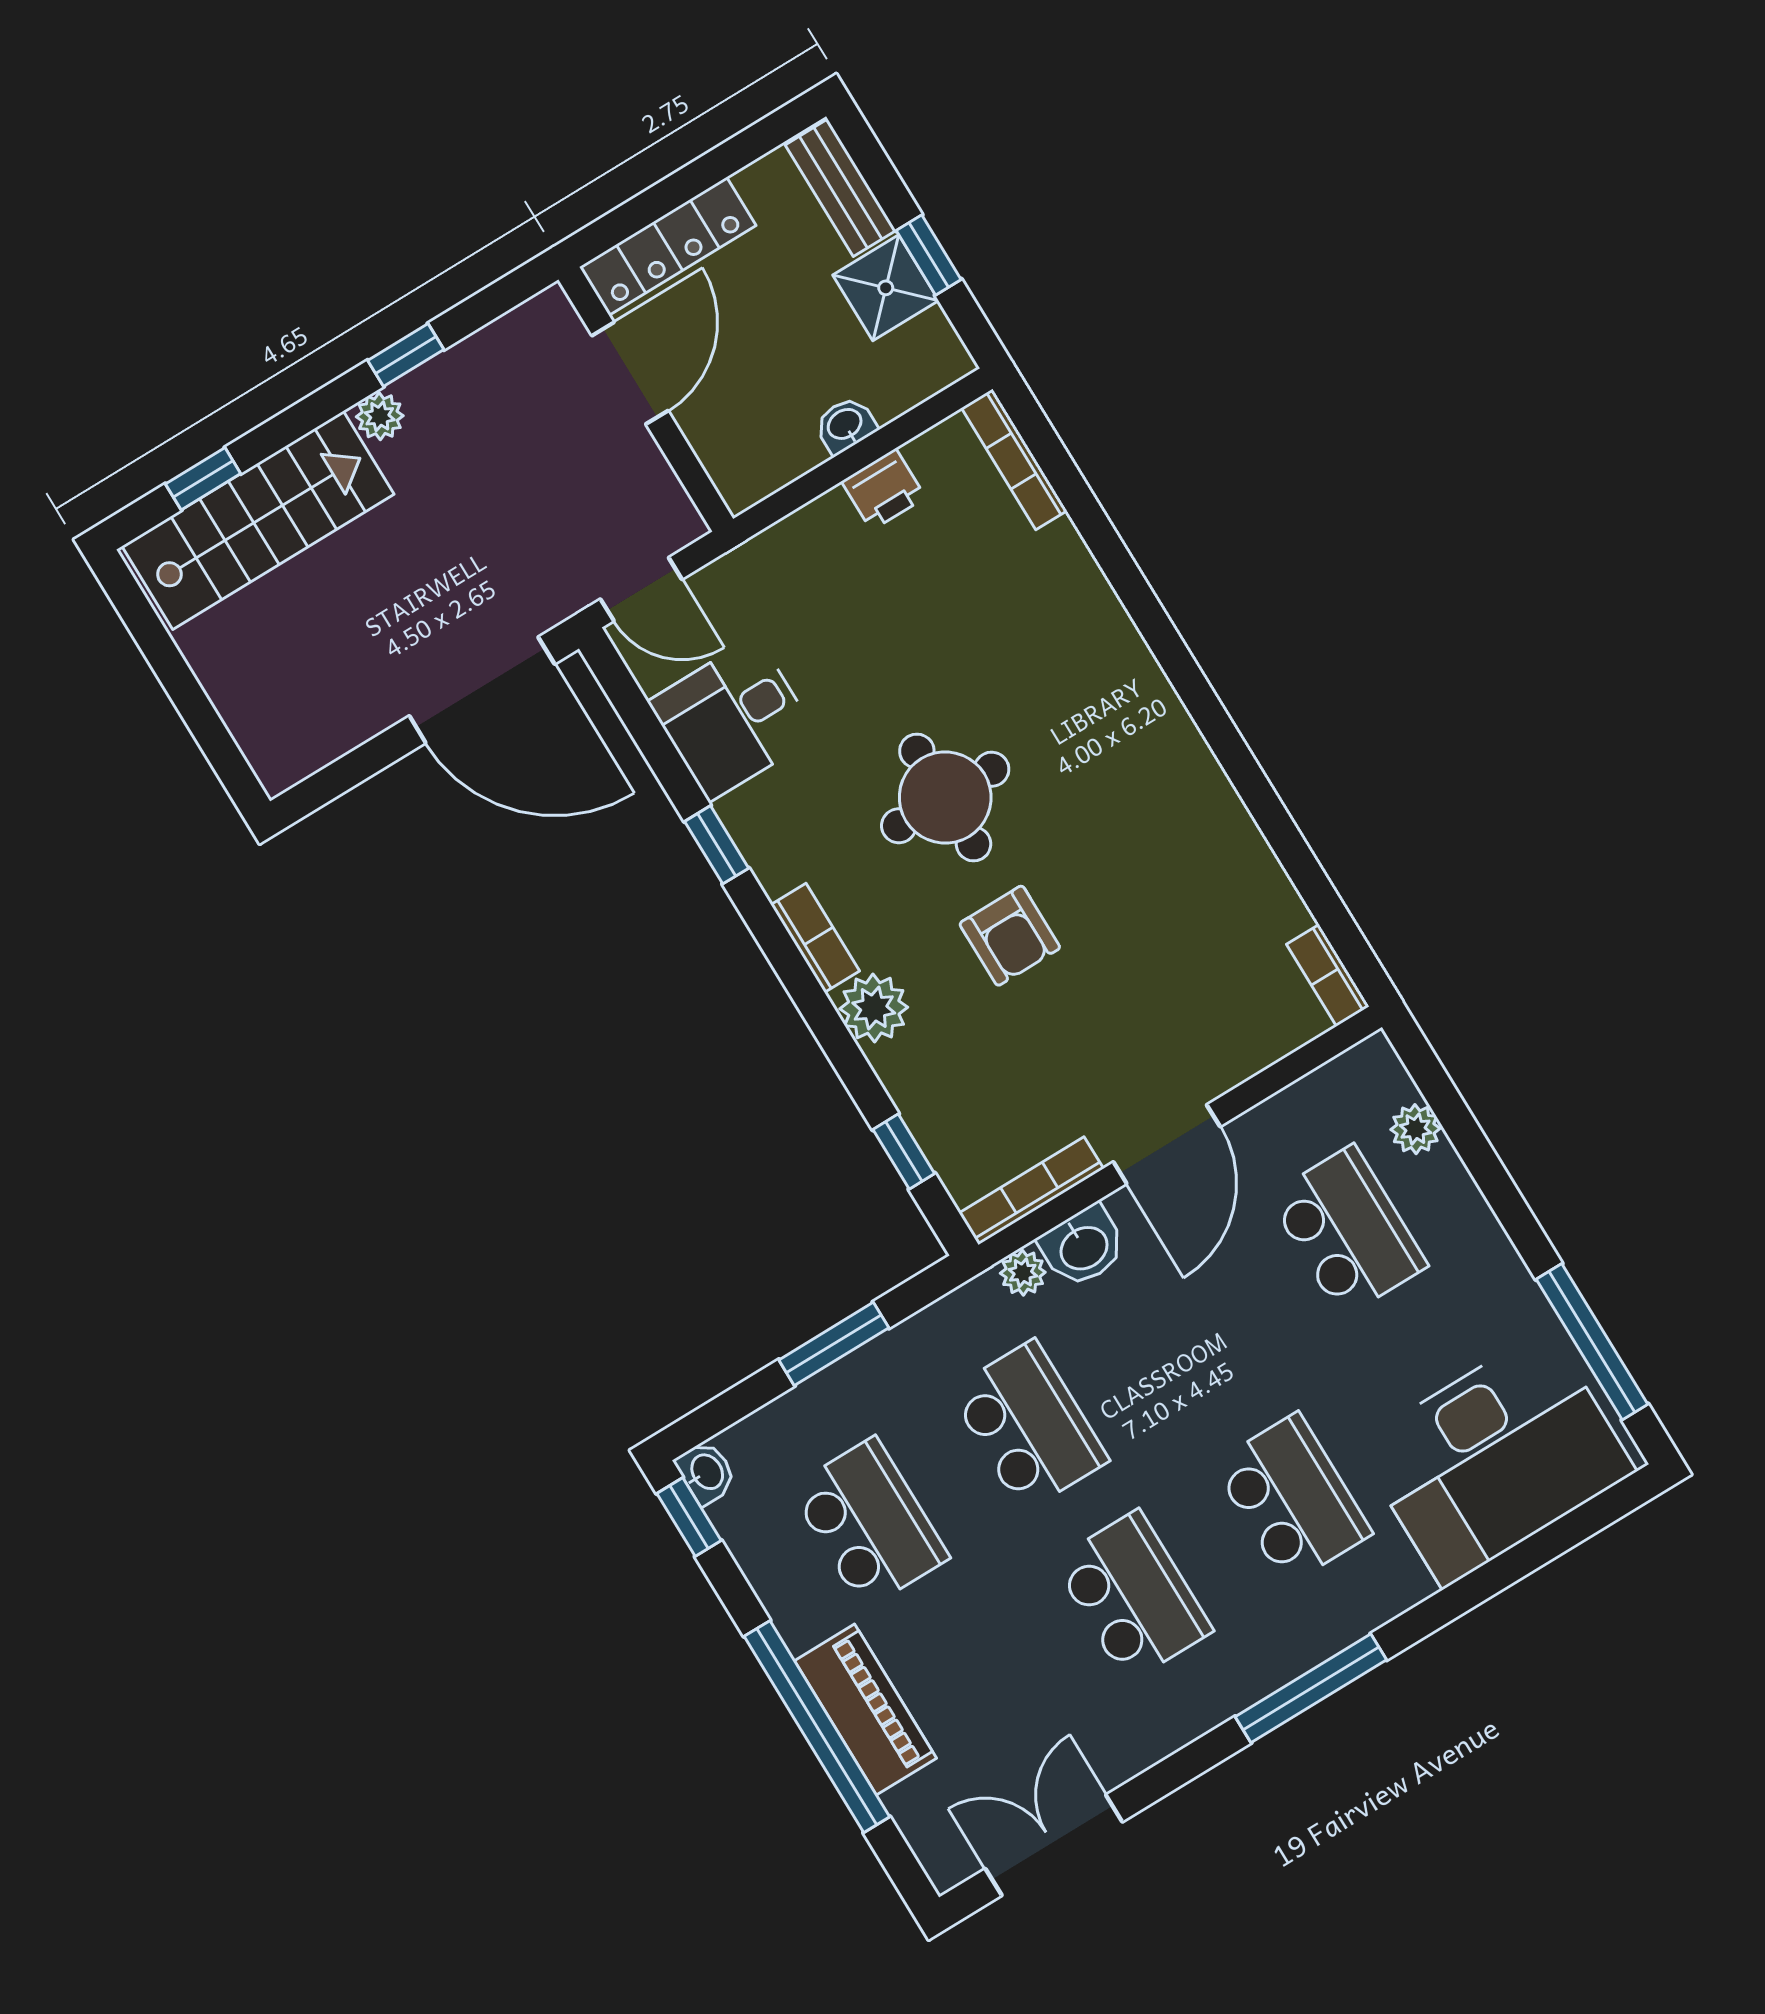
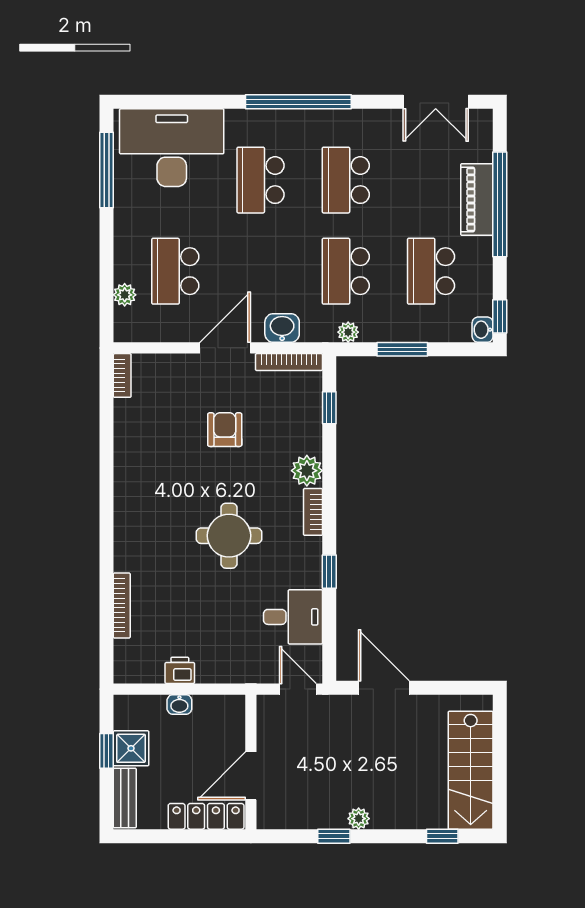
bookcase: (1014, 459) -> (122, 605), moved
stairs: (258, 520) -> (471, 770), moved, turned -90
door: (482, 690) -> (384, 688), width x0.73
armchair: (1010, 936) -> (225, 430), moved
plant: (1023, 1273) -> (348, 332), moved
window: (1311, 1688) -> (298, 102), width x1.46

